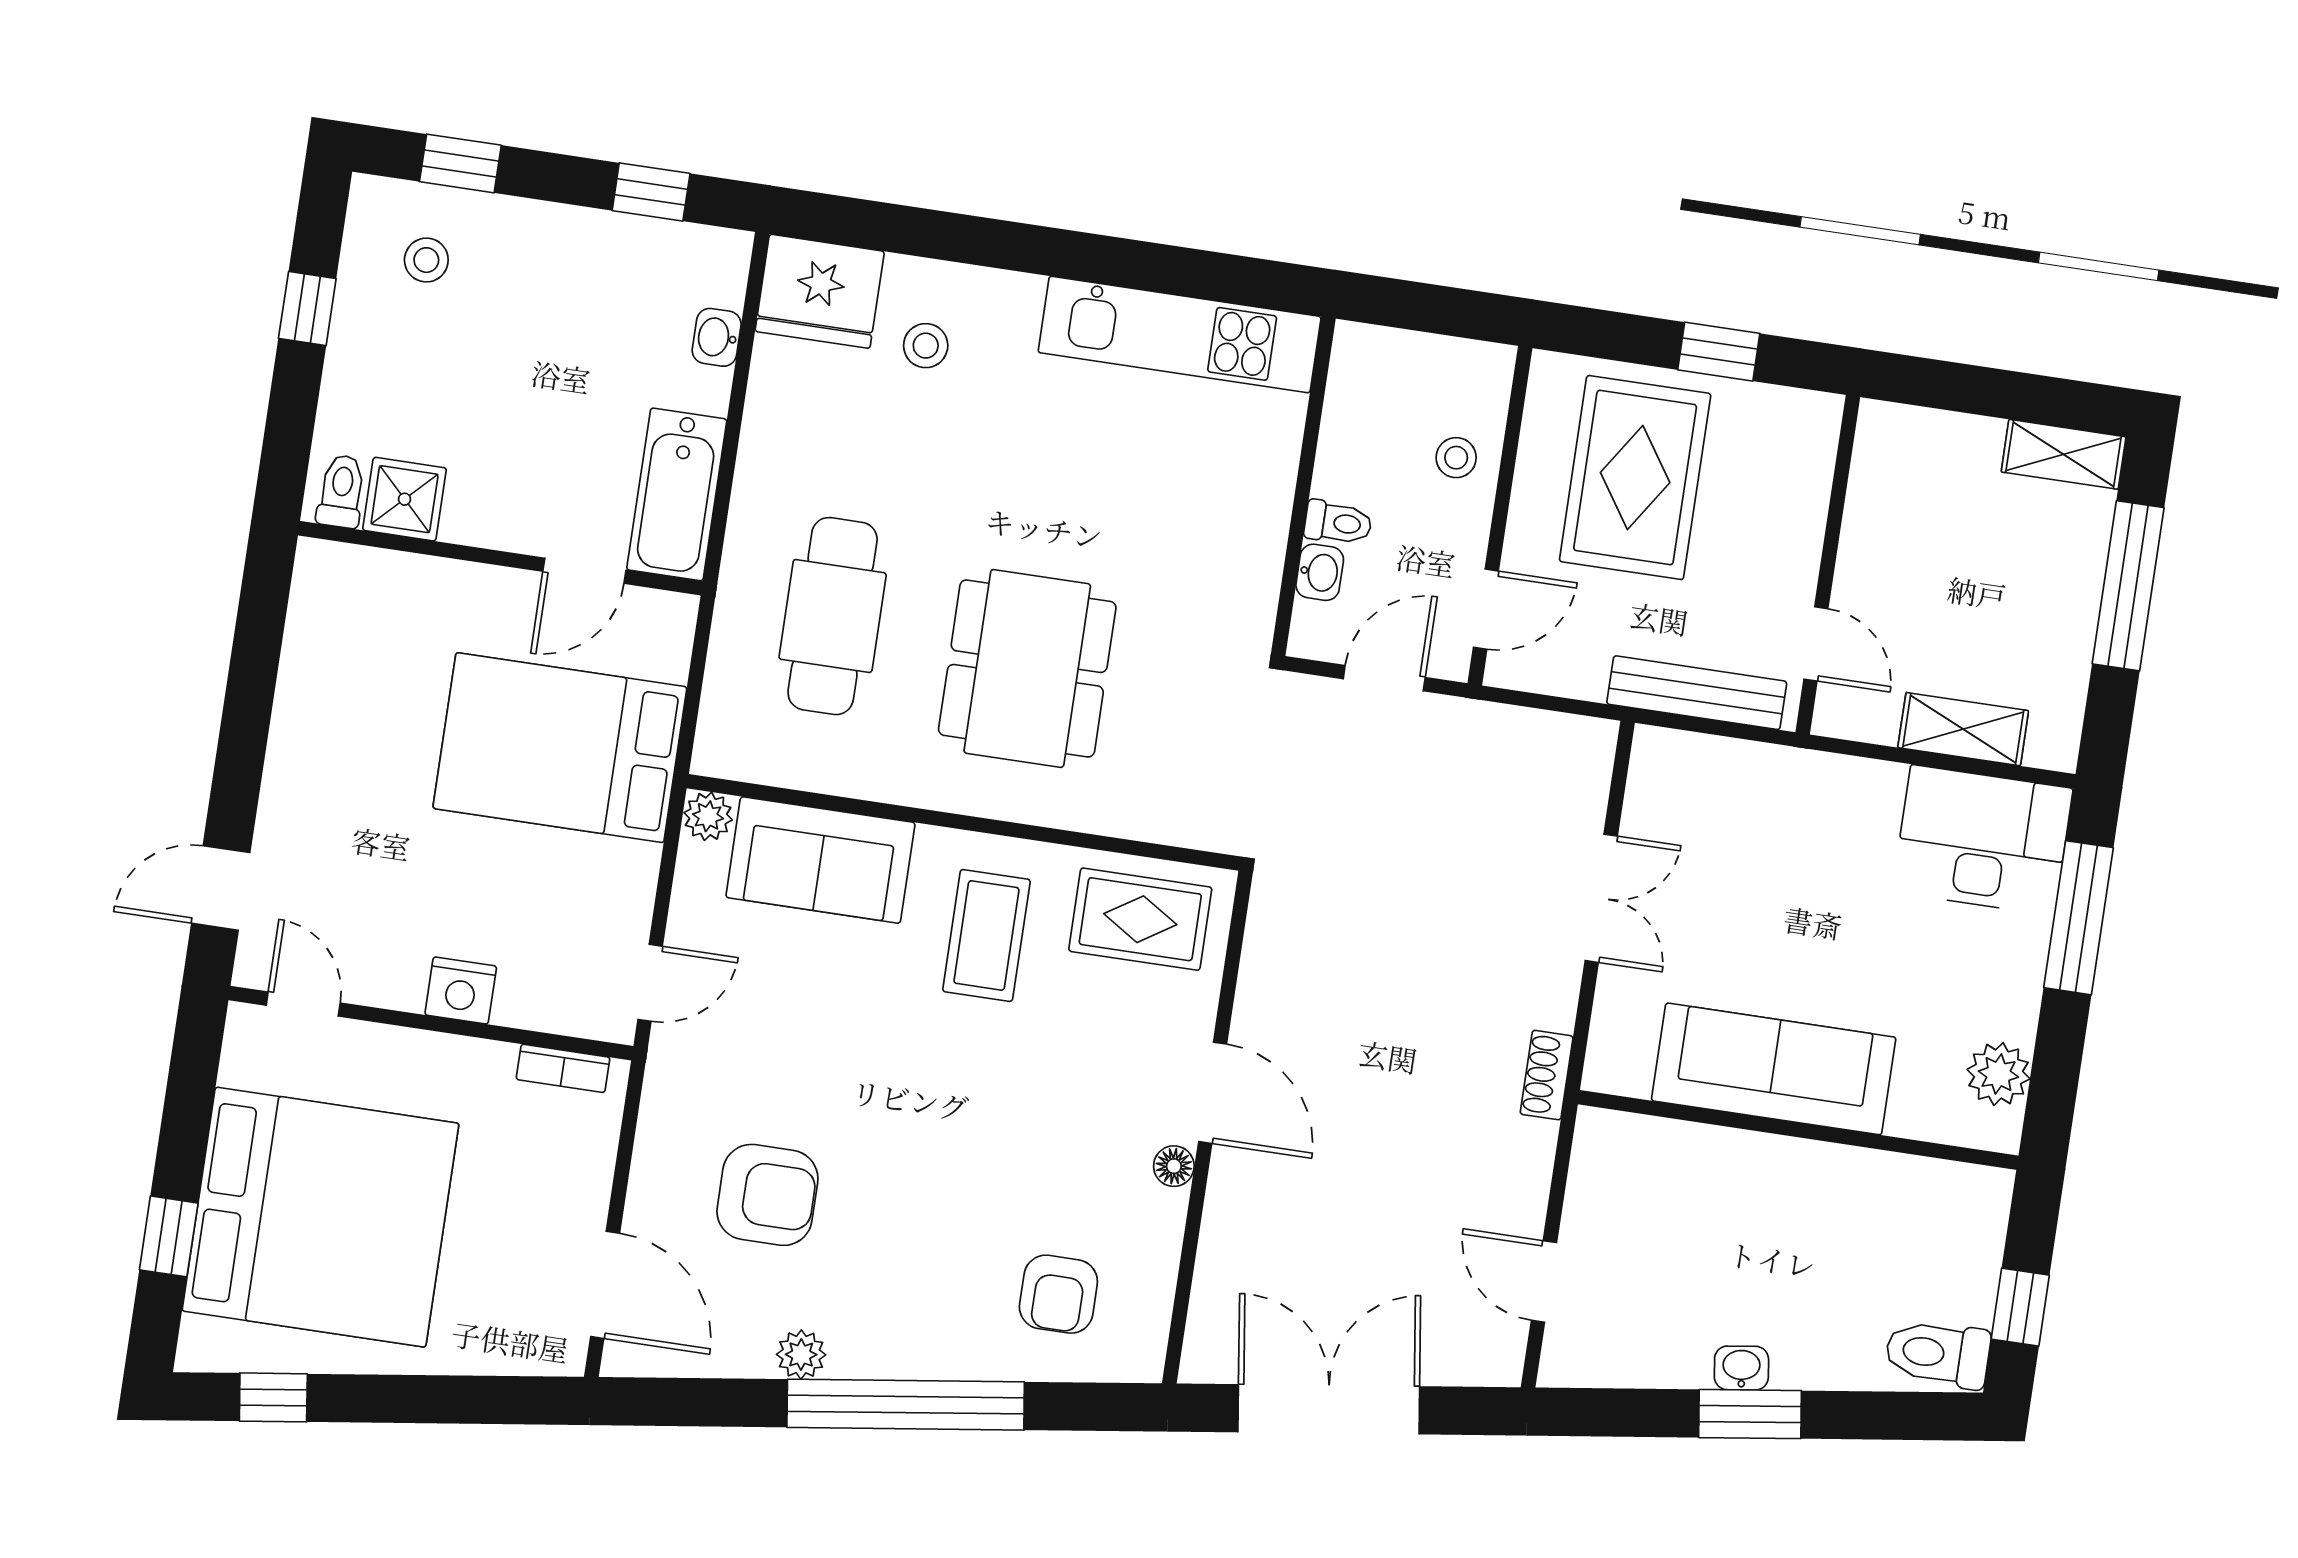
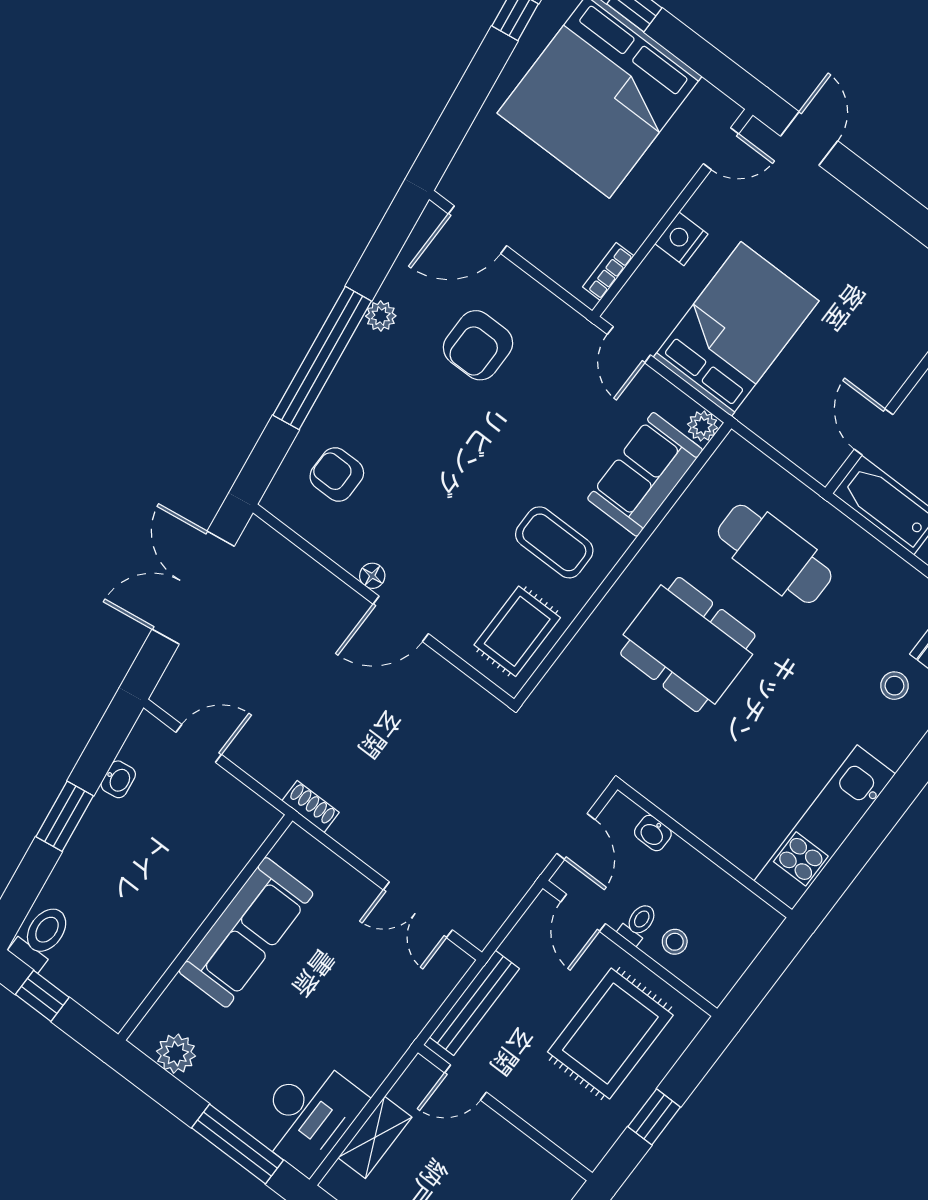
rug: (1635, 477) -> (610, 1034), turned 90
toilet: (1338, 523) -> (638, 924), moved, turned 180
bed: (560, 748) -> (736, 329), moved
double door: (1601, 898) -> (418, 910), moved
washbasin: (1741, 1368) -> (118, 779), moved
double door: (1329, 1409) -> (193, 588), swing flipped

